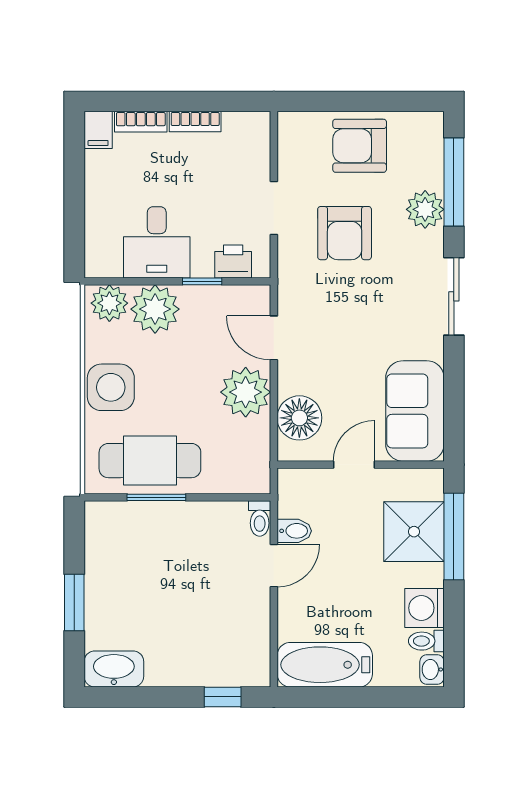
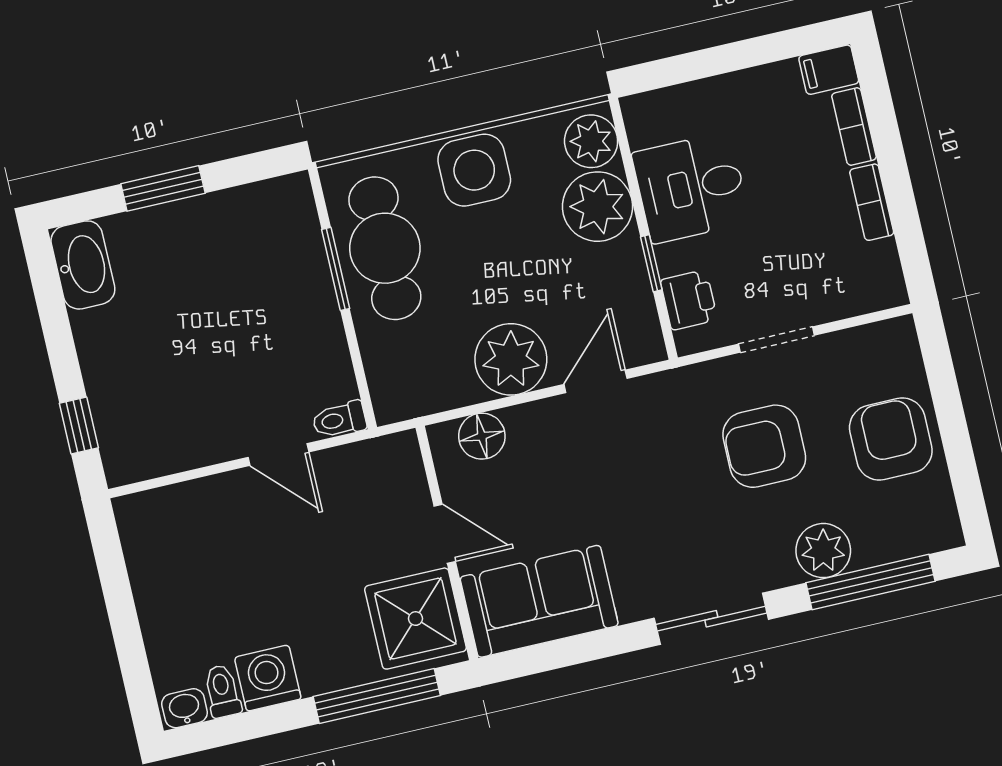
floor lamp: (299, 418) -> (482, 436), width x0.73, depth x0.73
bidet: (294, 531) -> (333, 472), removed
shower: (414, 532) -> (416, 619), moved
bathtub: (325, 665) -> (157, 557), removed

